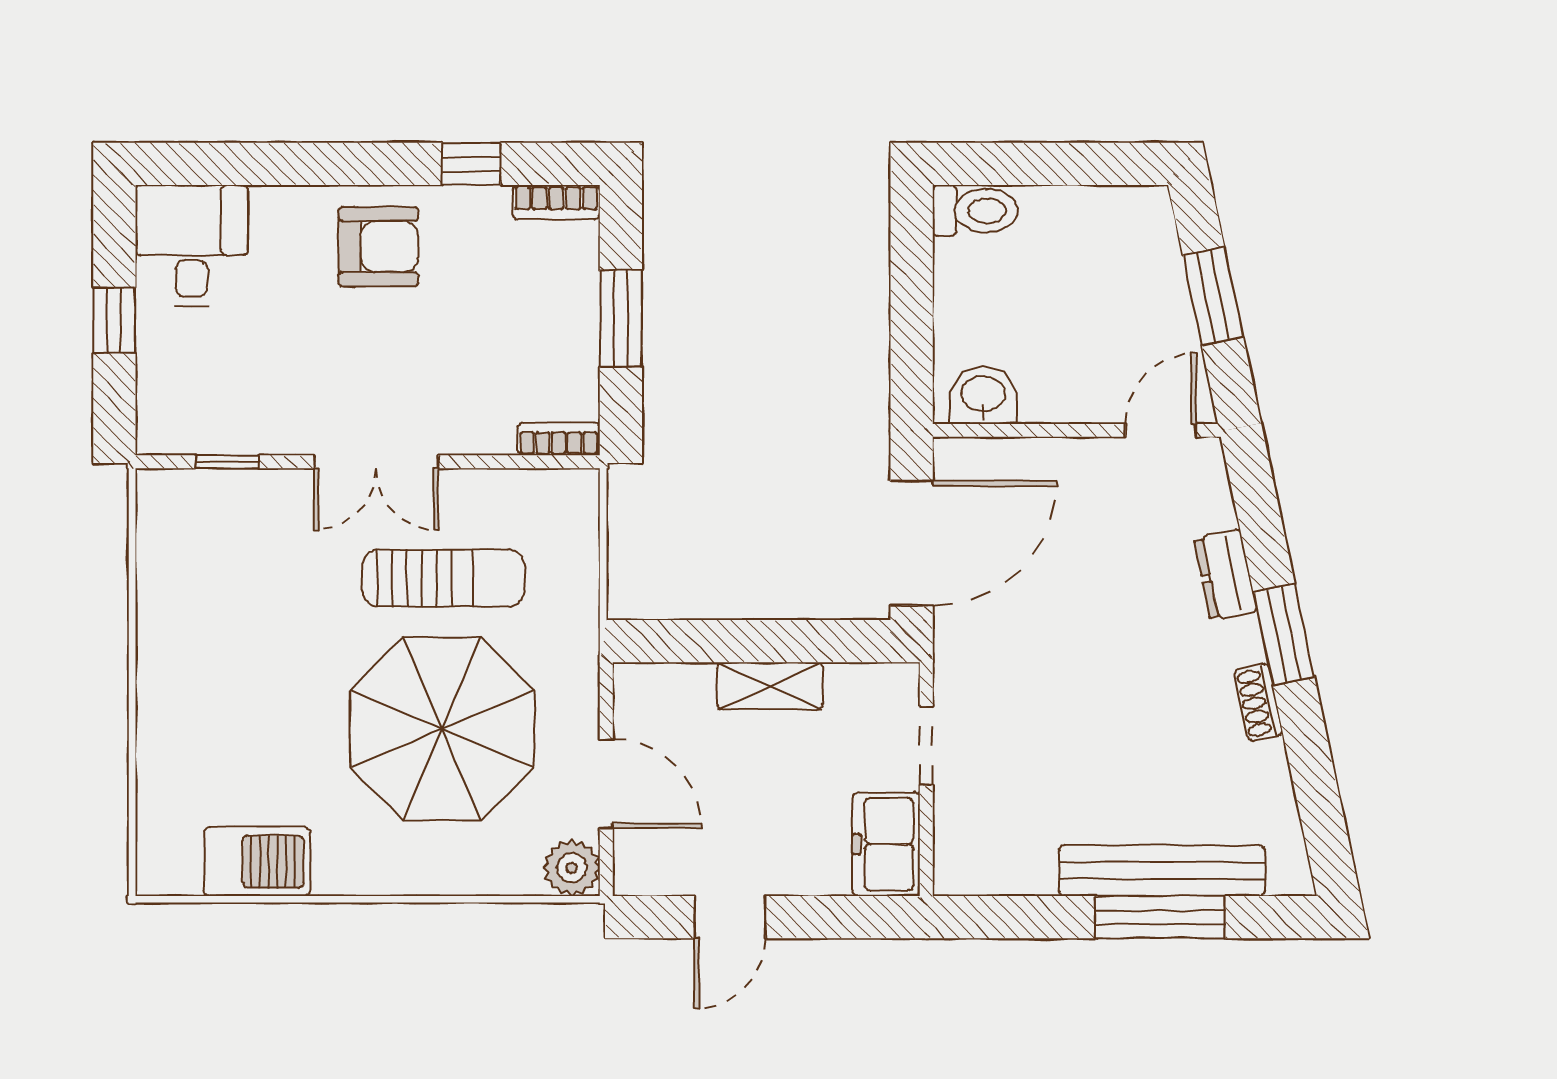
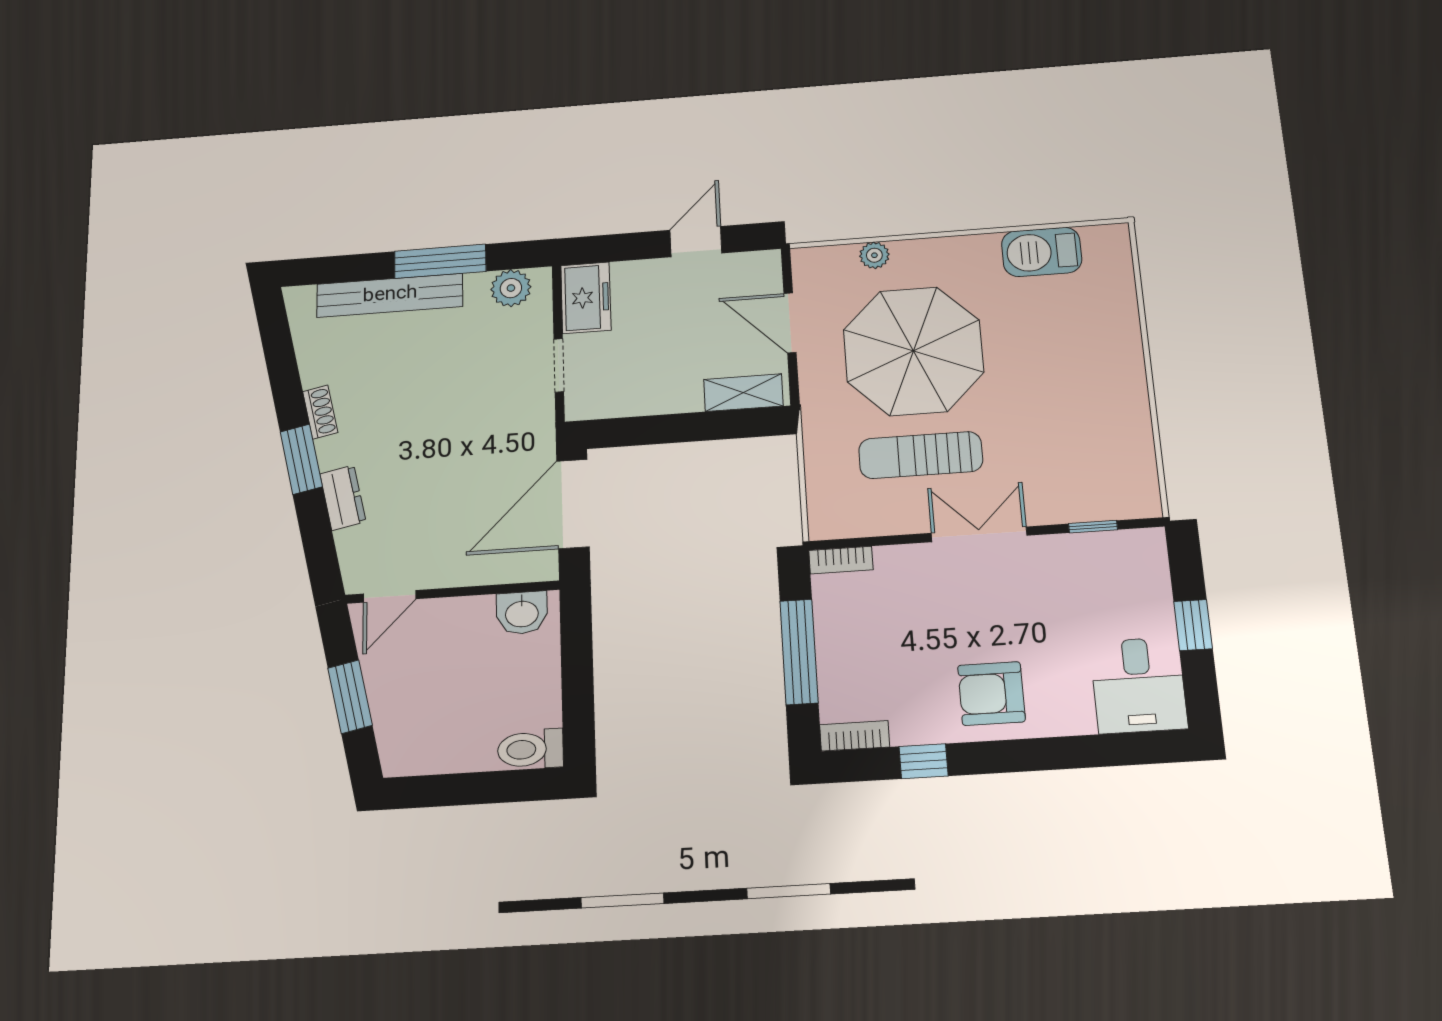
window: (621, 318) -> (799, 652), width x1.44
shelving: (770, 686) -> (743, 393), moved
plant: (572, 868) -> (874, 255), moved, width x0.73, depth x0.73
plant: (991, 868) -> (511, 288), added
window: (1161, 917) -> (440, 261), moved

